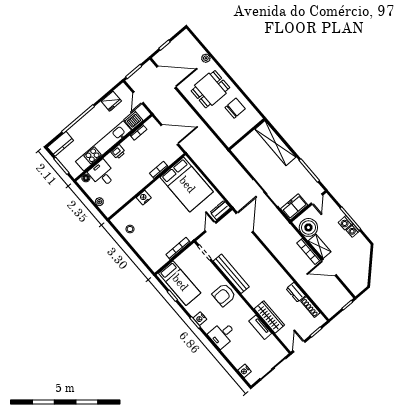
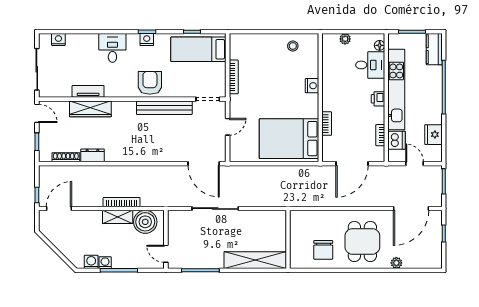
freezer: (294, 207) -> (177, 225), removed
dresser: (220, 210) -> (236, 150), removed
washing machine: (345, 223) -> (91, 262), moved
door: (211, 227) -> (228, 127), hinge flipped
door: (329, 268) -> (59, 209), moved

